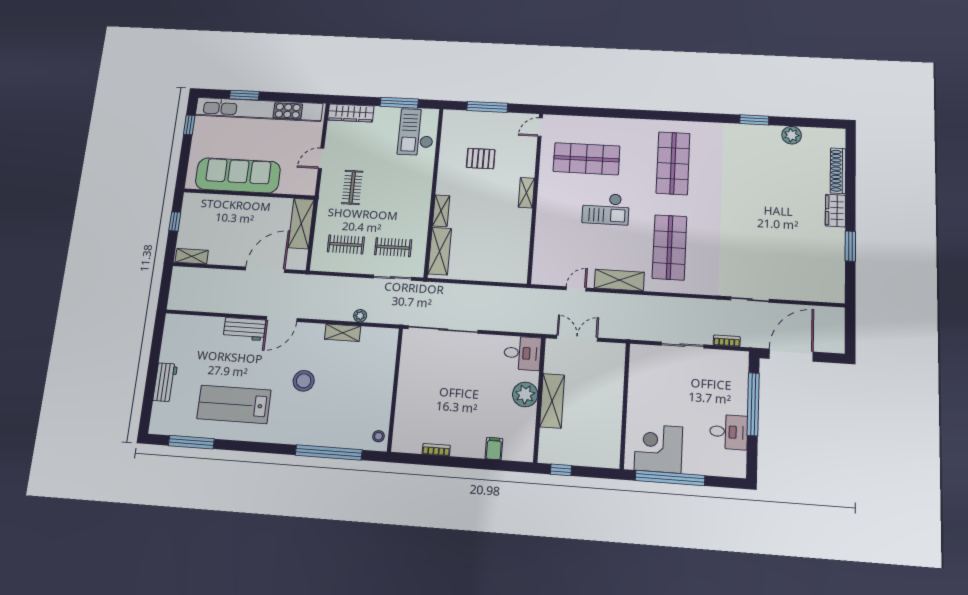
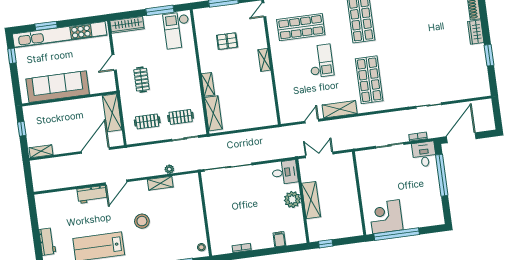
checkout: (606, 209) -> (321, 61), turned -90
desk: (729, 432) -> (424, 154), moved, turned -90

